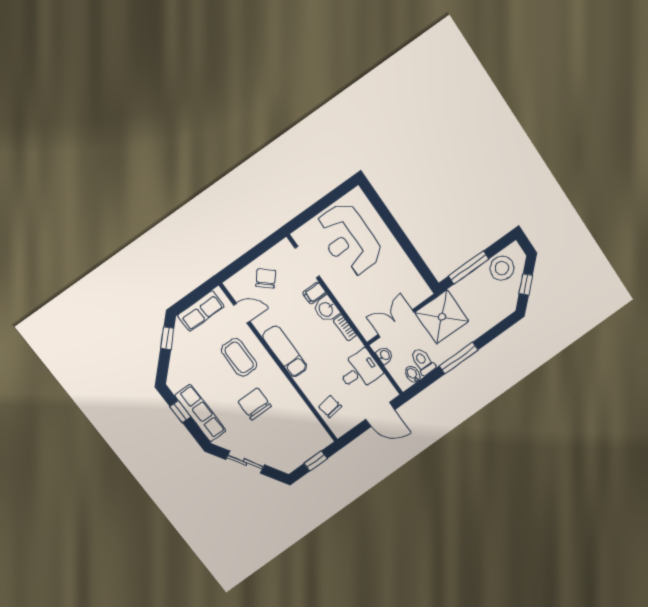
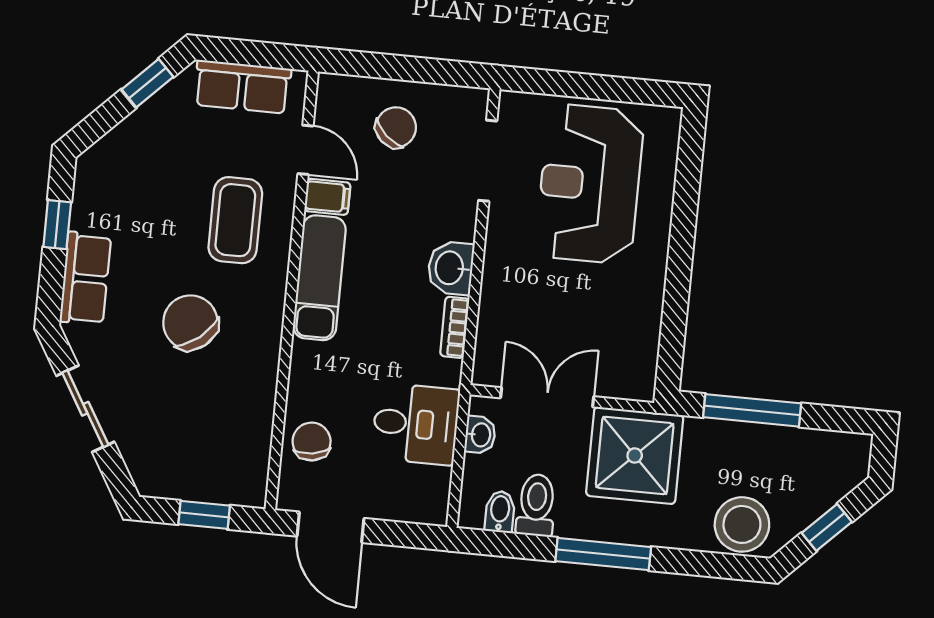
stool: (502, 268) -> (742, 524), moved
filing cabinet: (315, 293) -> (327, 197), moved, turned 180
chair: (255, 404) -> (190, 323), turned -39
row of seats: (200, 413) -> (85, 278), width x0.68
door: (380, 415) -> (331, 527), moved

